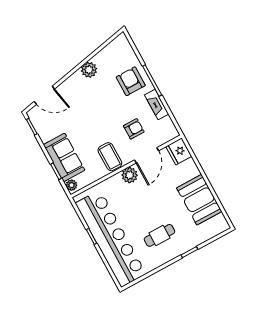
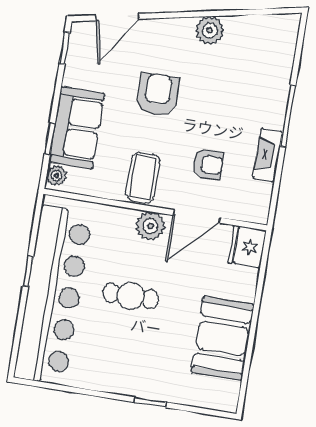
armchair: (131, 81) -> (158, 95), moved
door: (44, 95) -> (118, 17), hinge flipped
cafe table: (159, 235) -> (131, 296), moved

